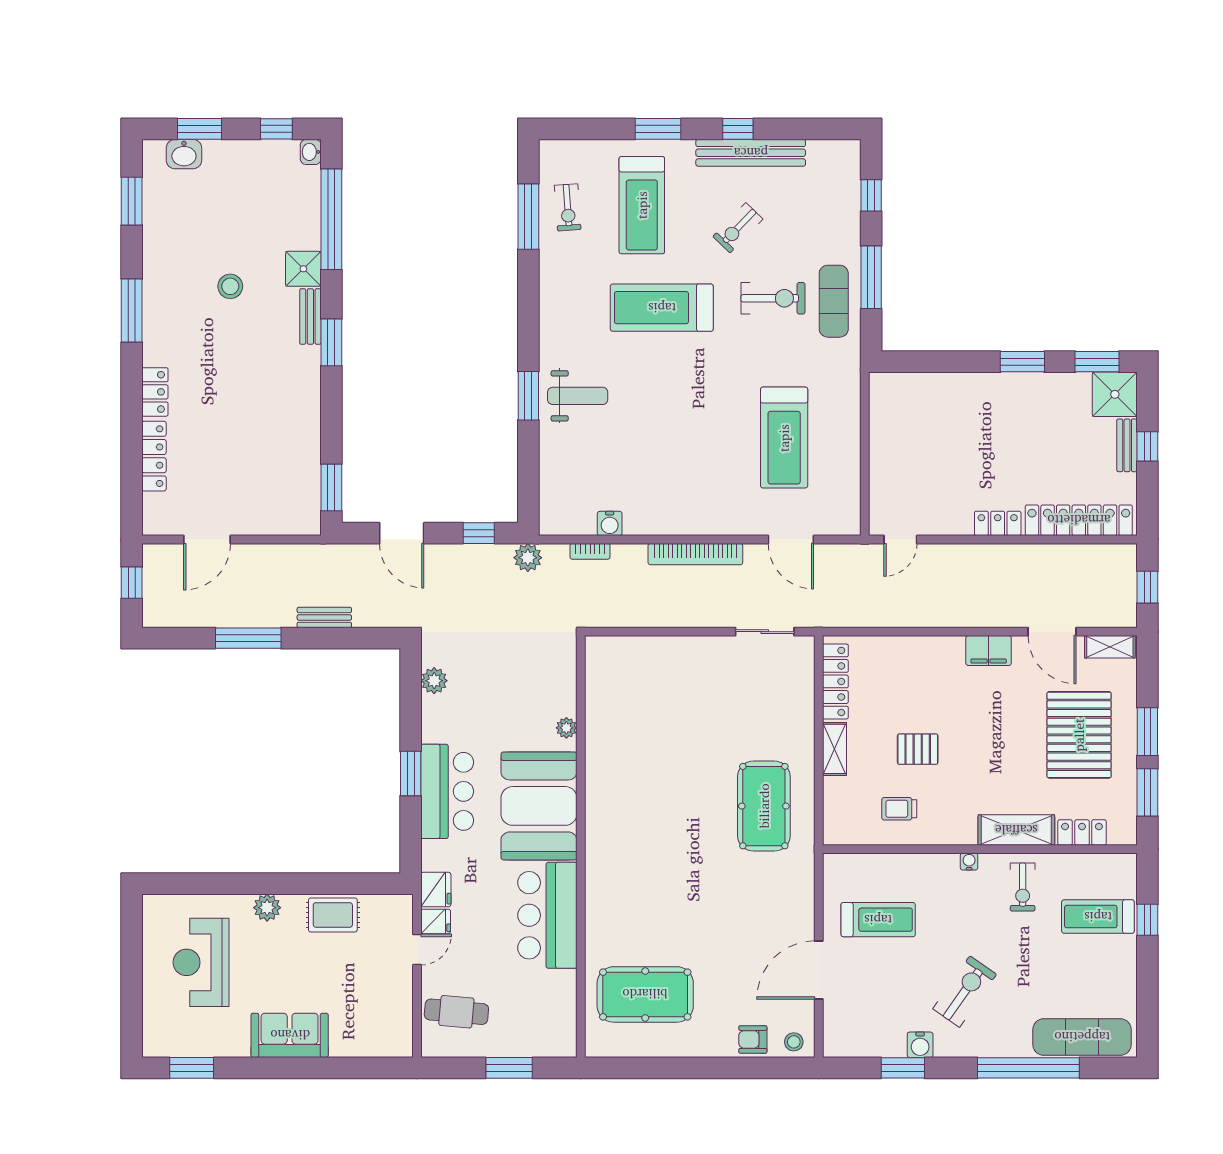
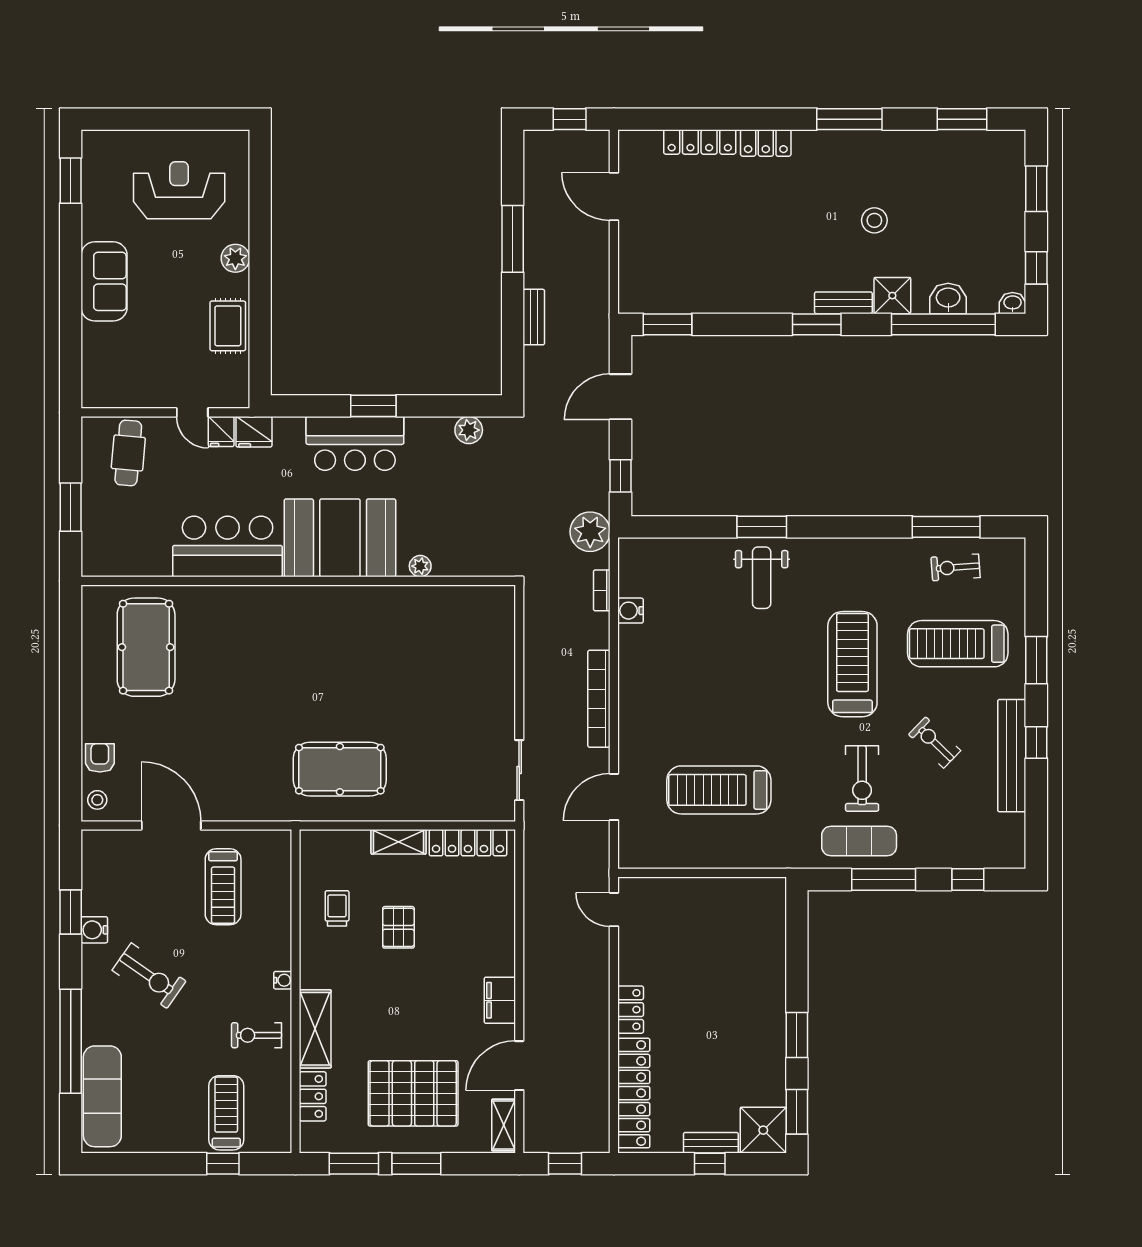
washbasin: (184, 154) -> (948, 298), moved, turned 90
plant: (528, 558) -> (590, 532), width x1.36, depth x1.36

